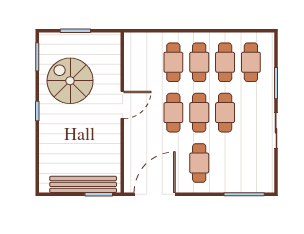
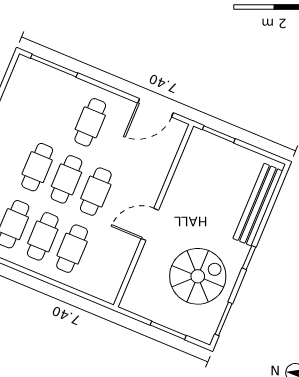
spiral stairs: (70, 81) -> (198, 276), turned -90
bench: (83, 184) -> (258, 205), moved, turned 90
door: (155, 194) -> (155, 108), width x0.73

